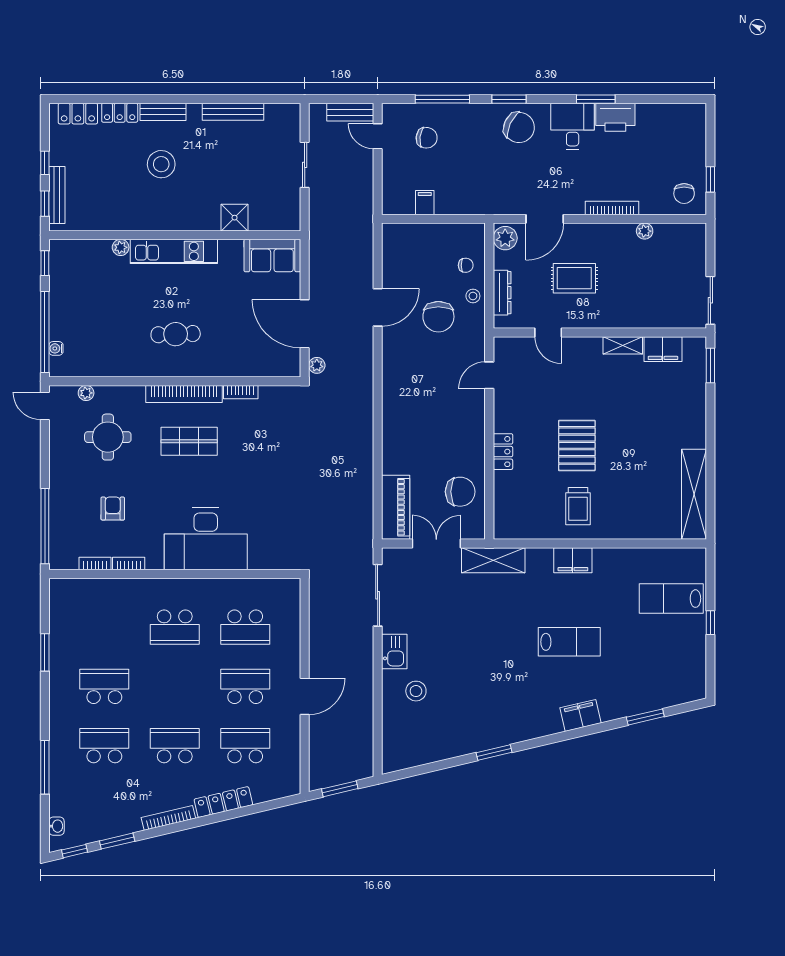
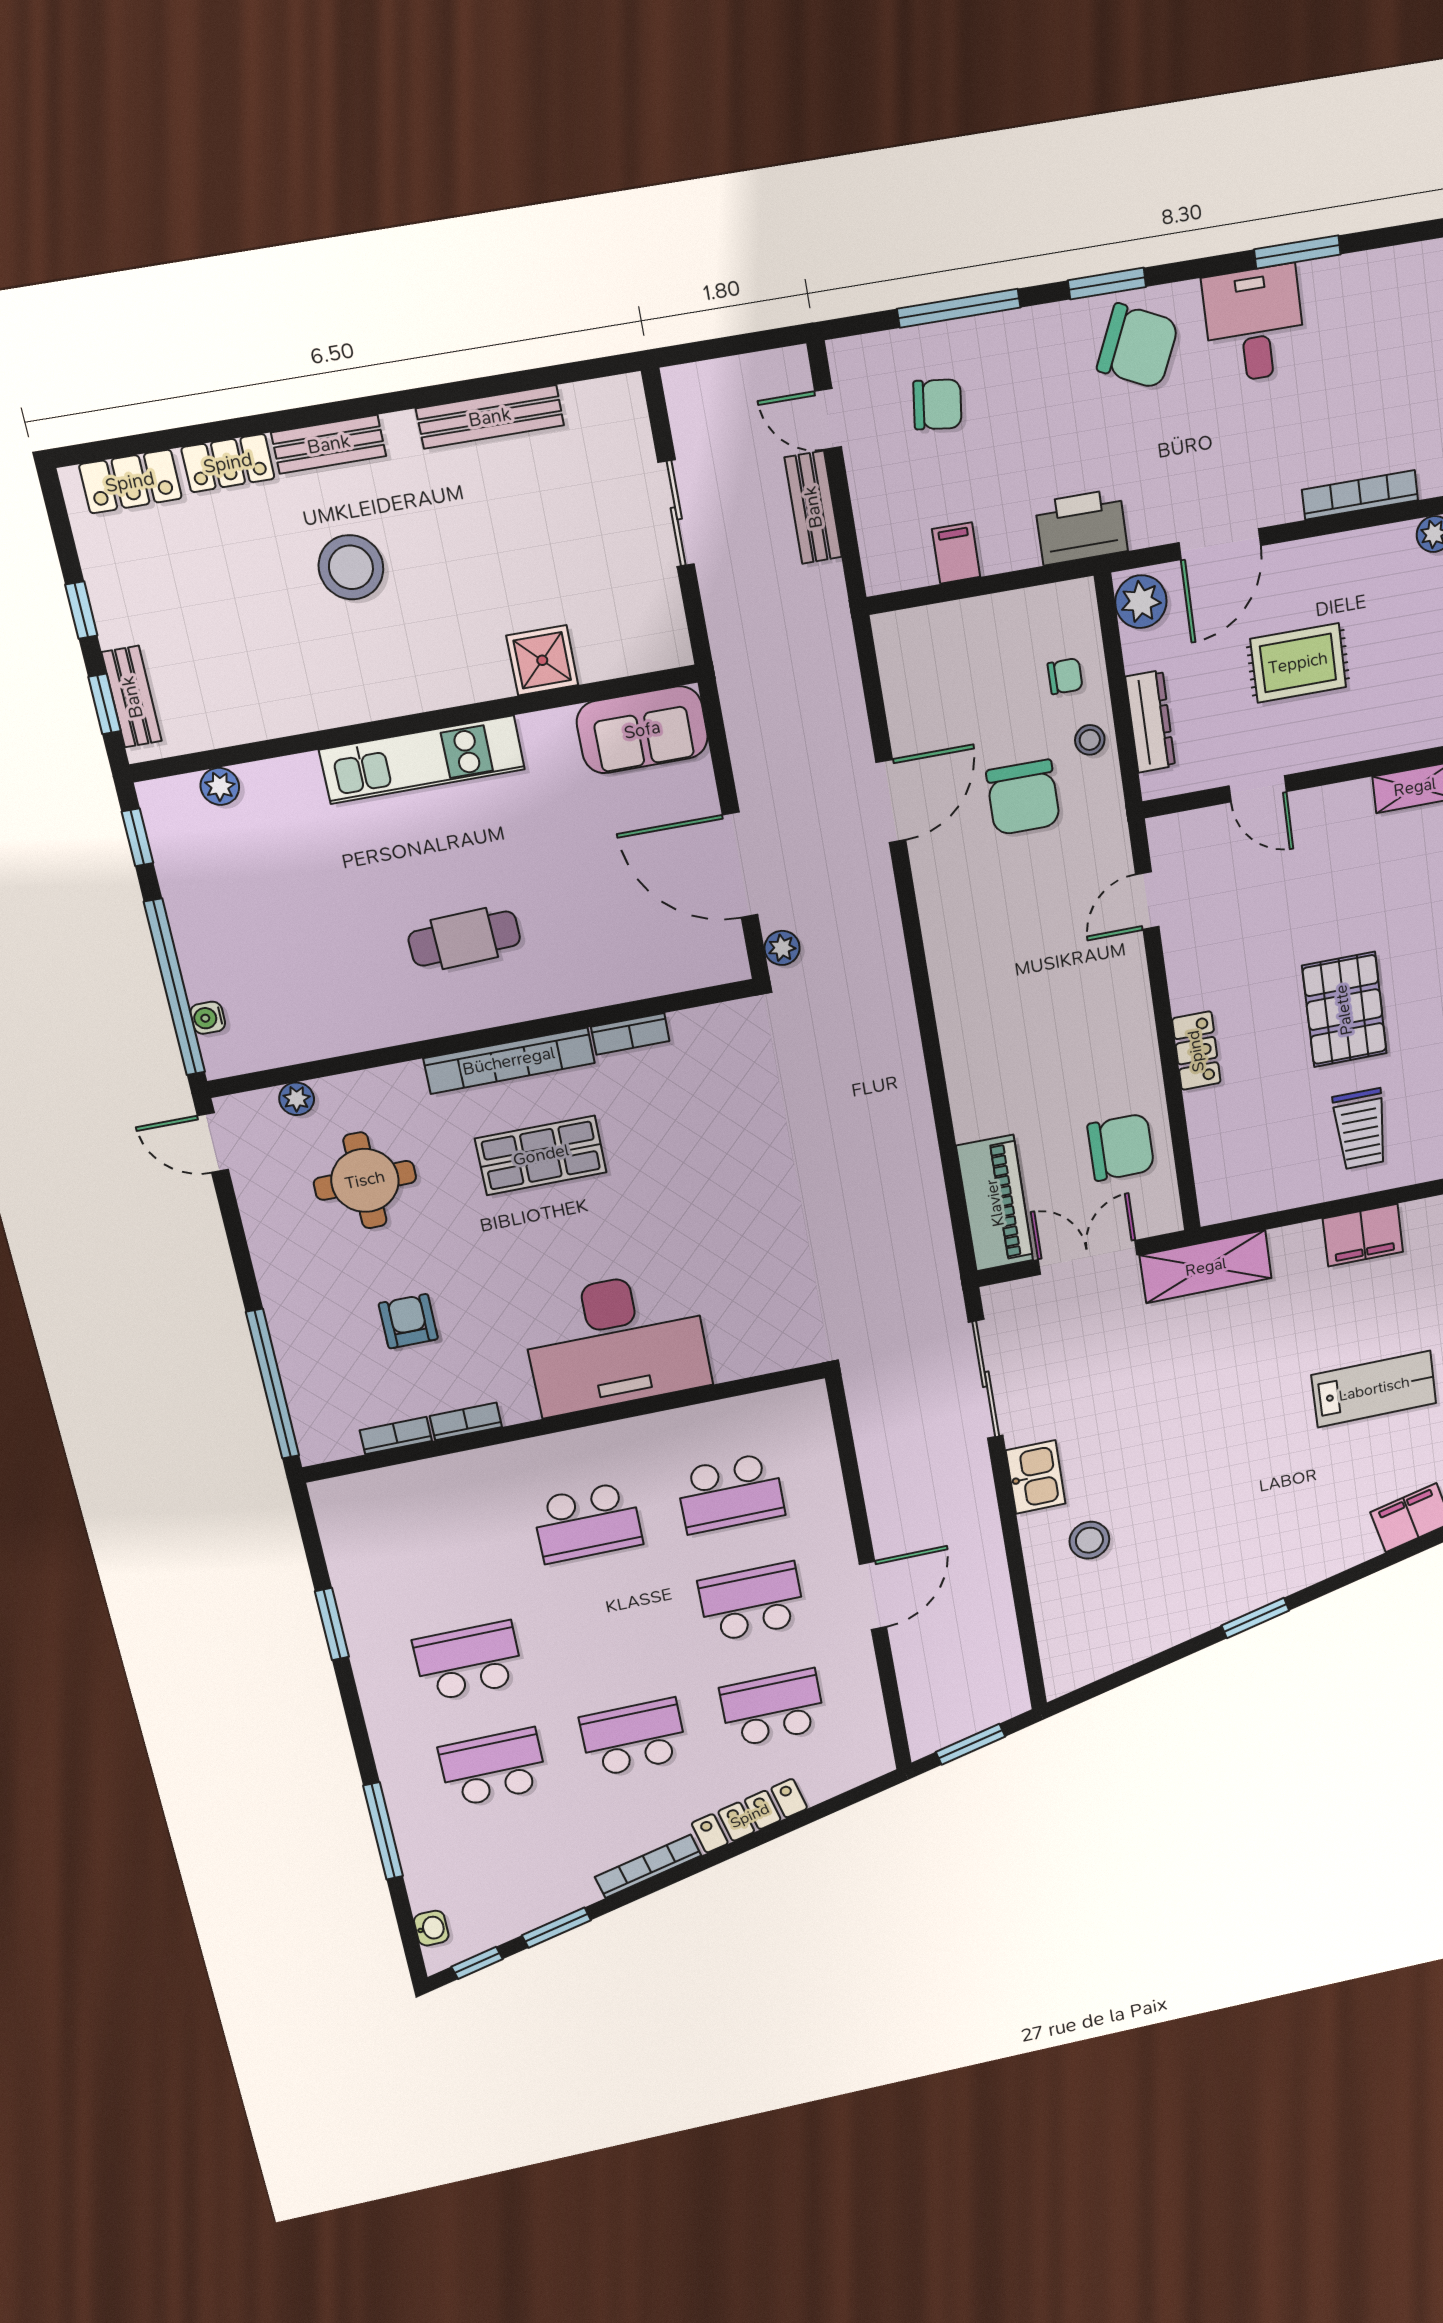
bench: (350, 112) -> (813, 507), moved, turned 90
printer: (615, 117) -> (1081, 527), moved, turned 180
bench: (57, 195) -> (132, 697), width x0.73
plant: (121, 247) -> (220, 786), moved

